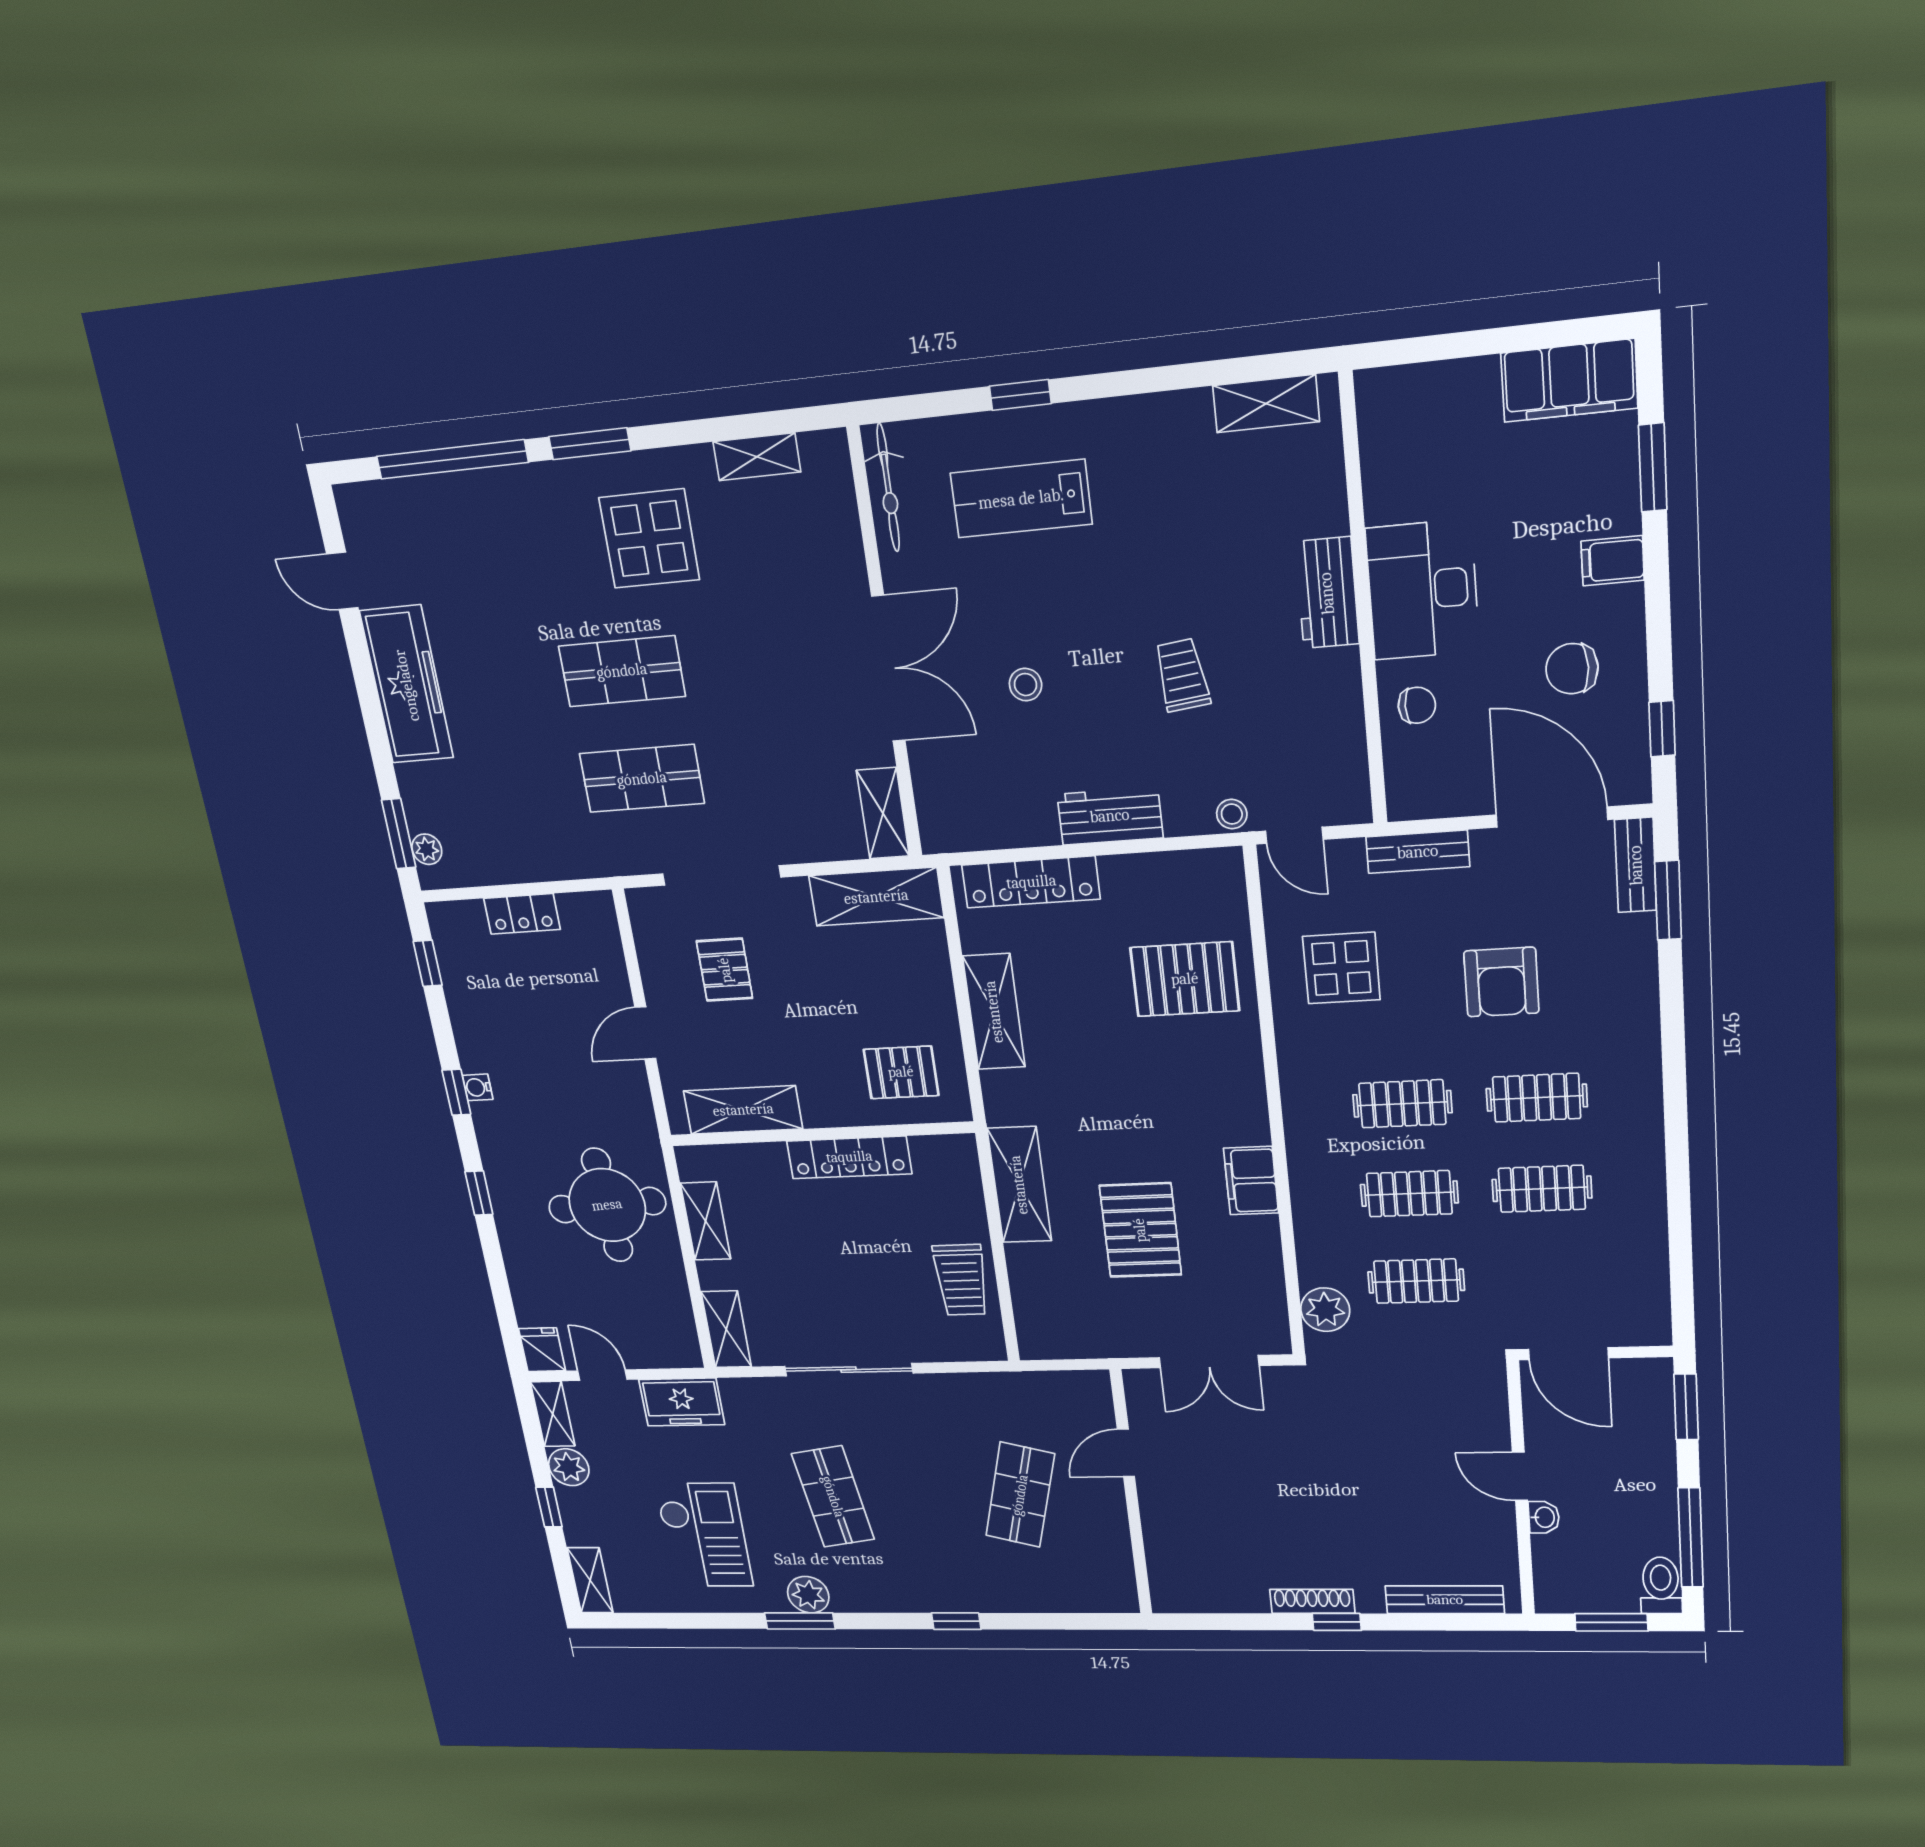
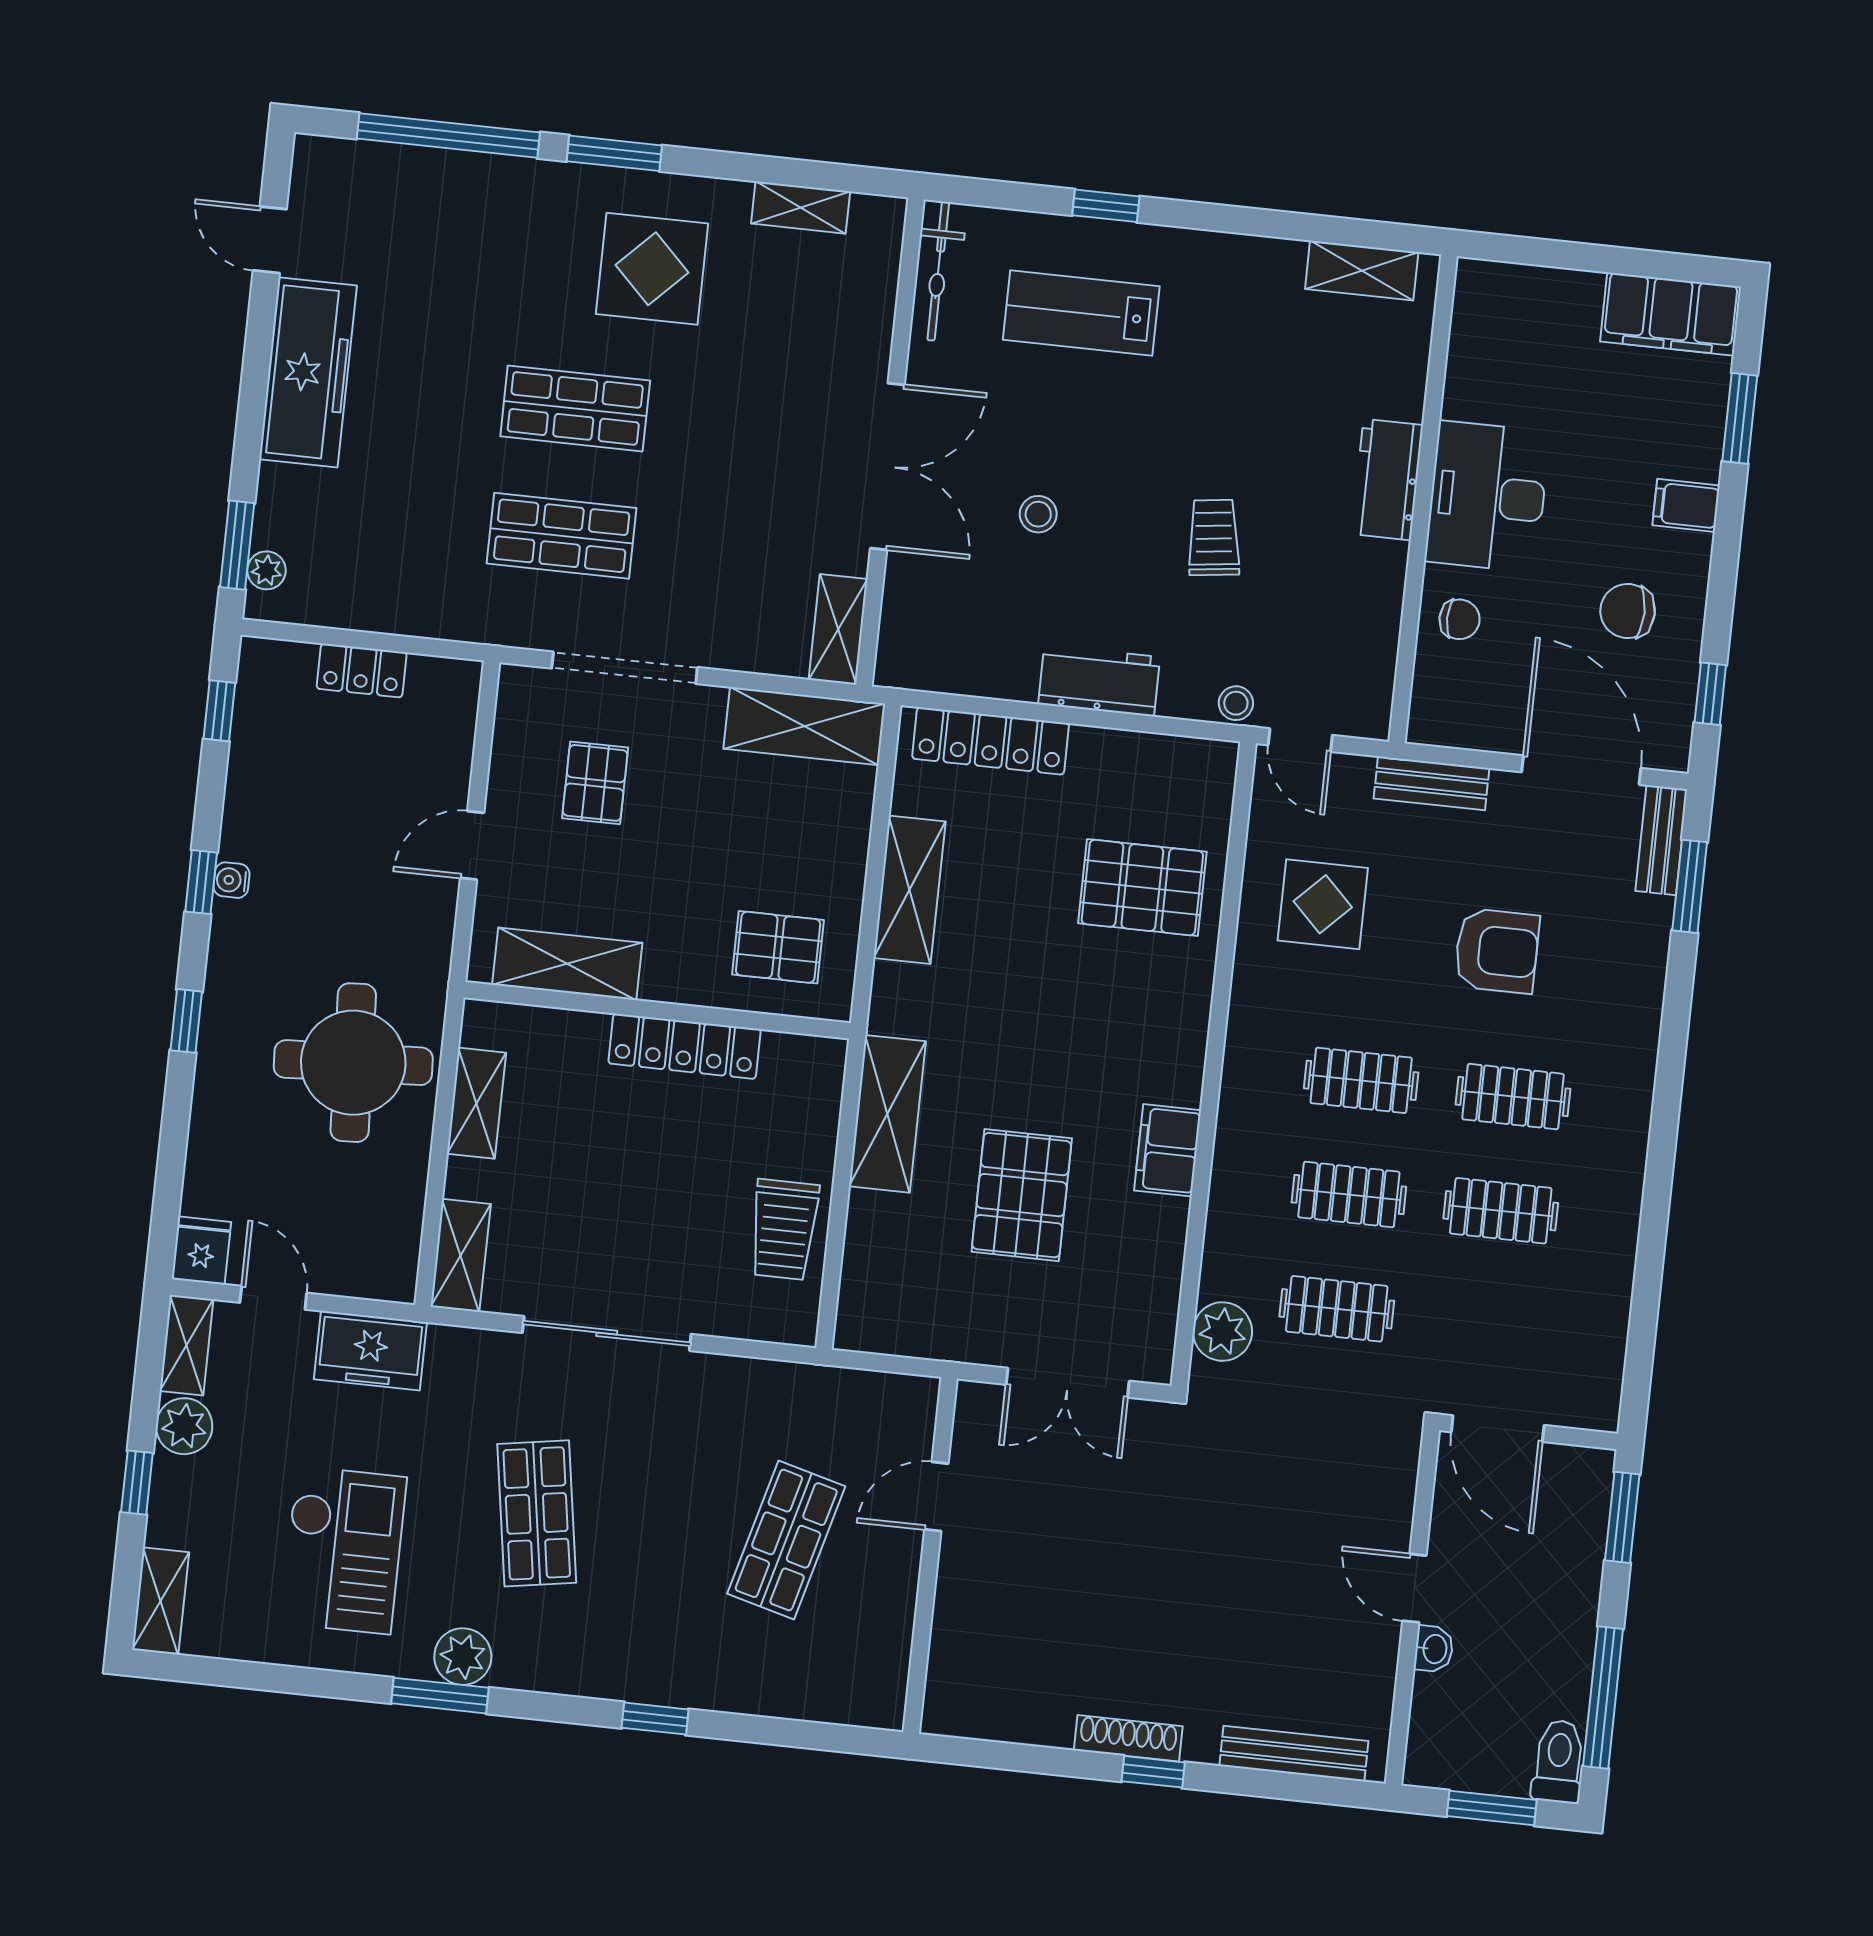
armchair: (1501, 982) -> (1497, 951), turned -90

